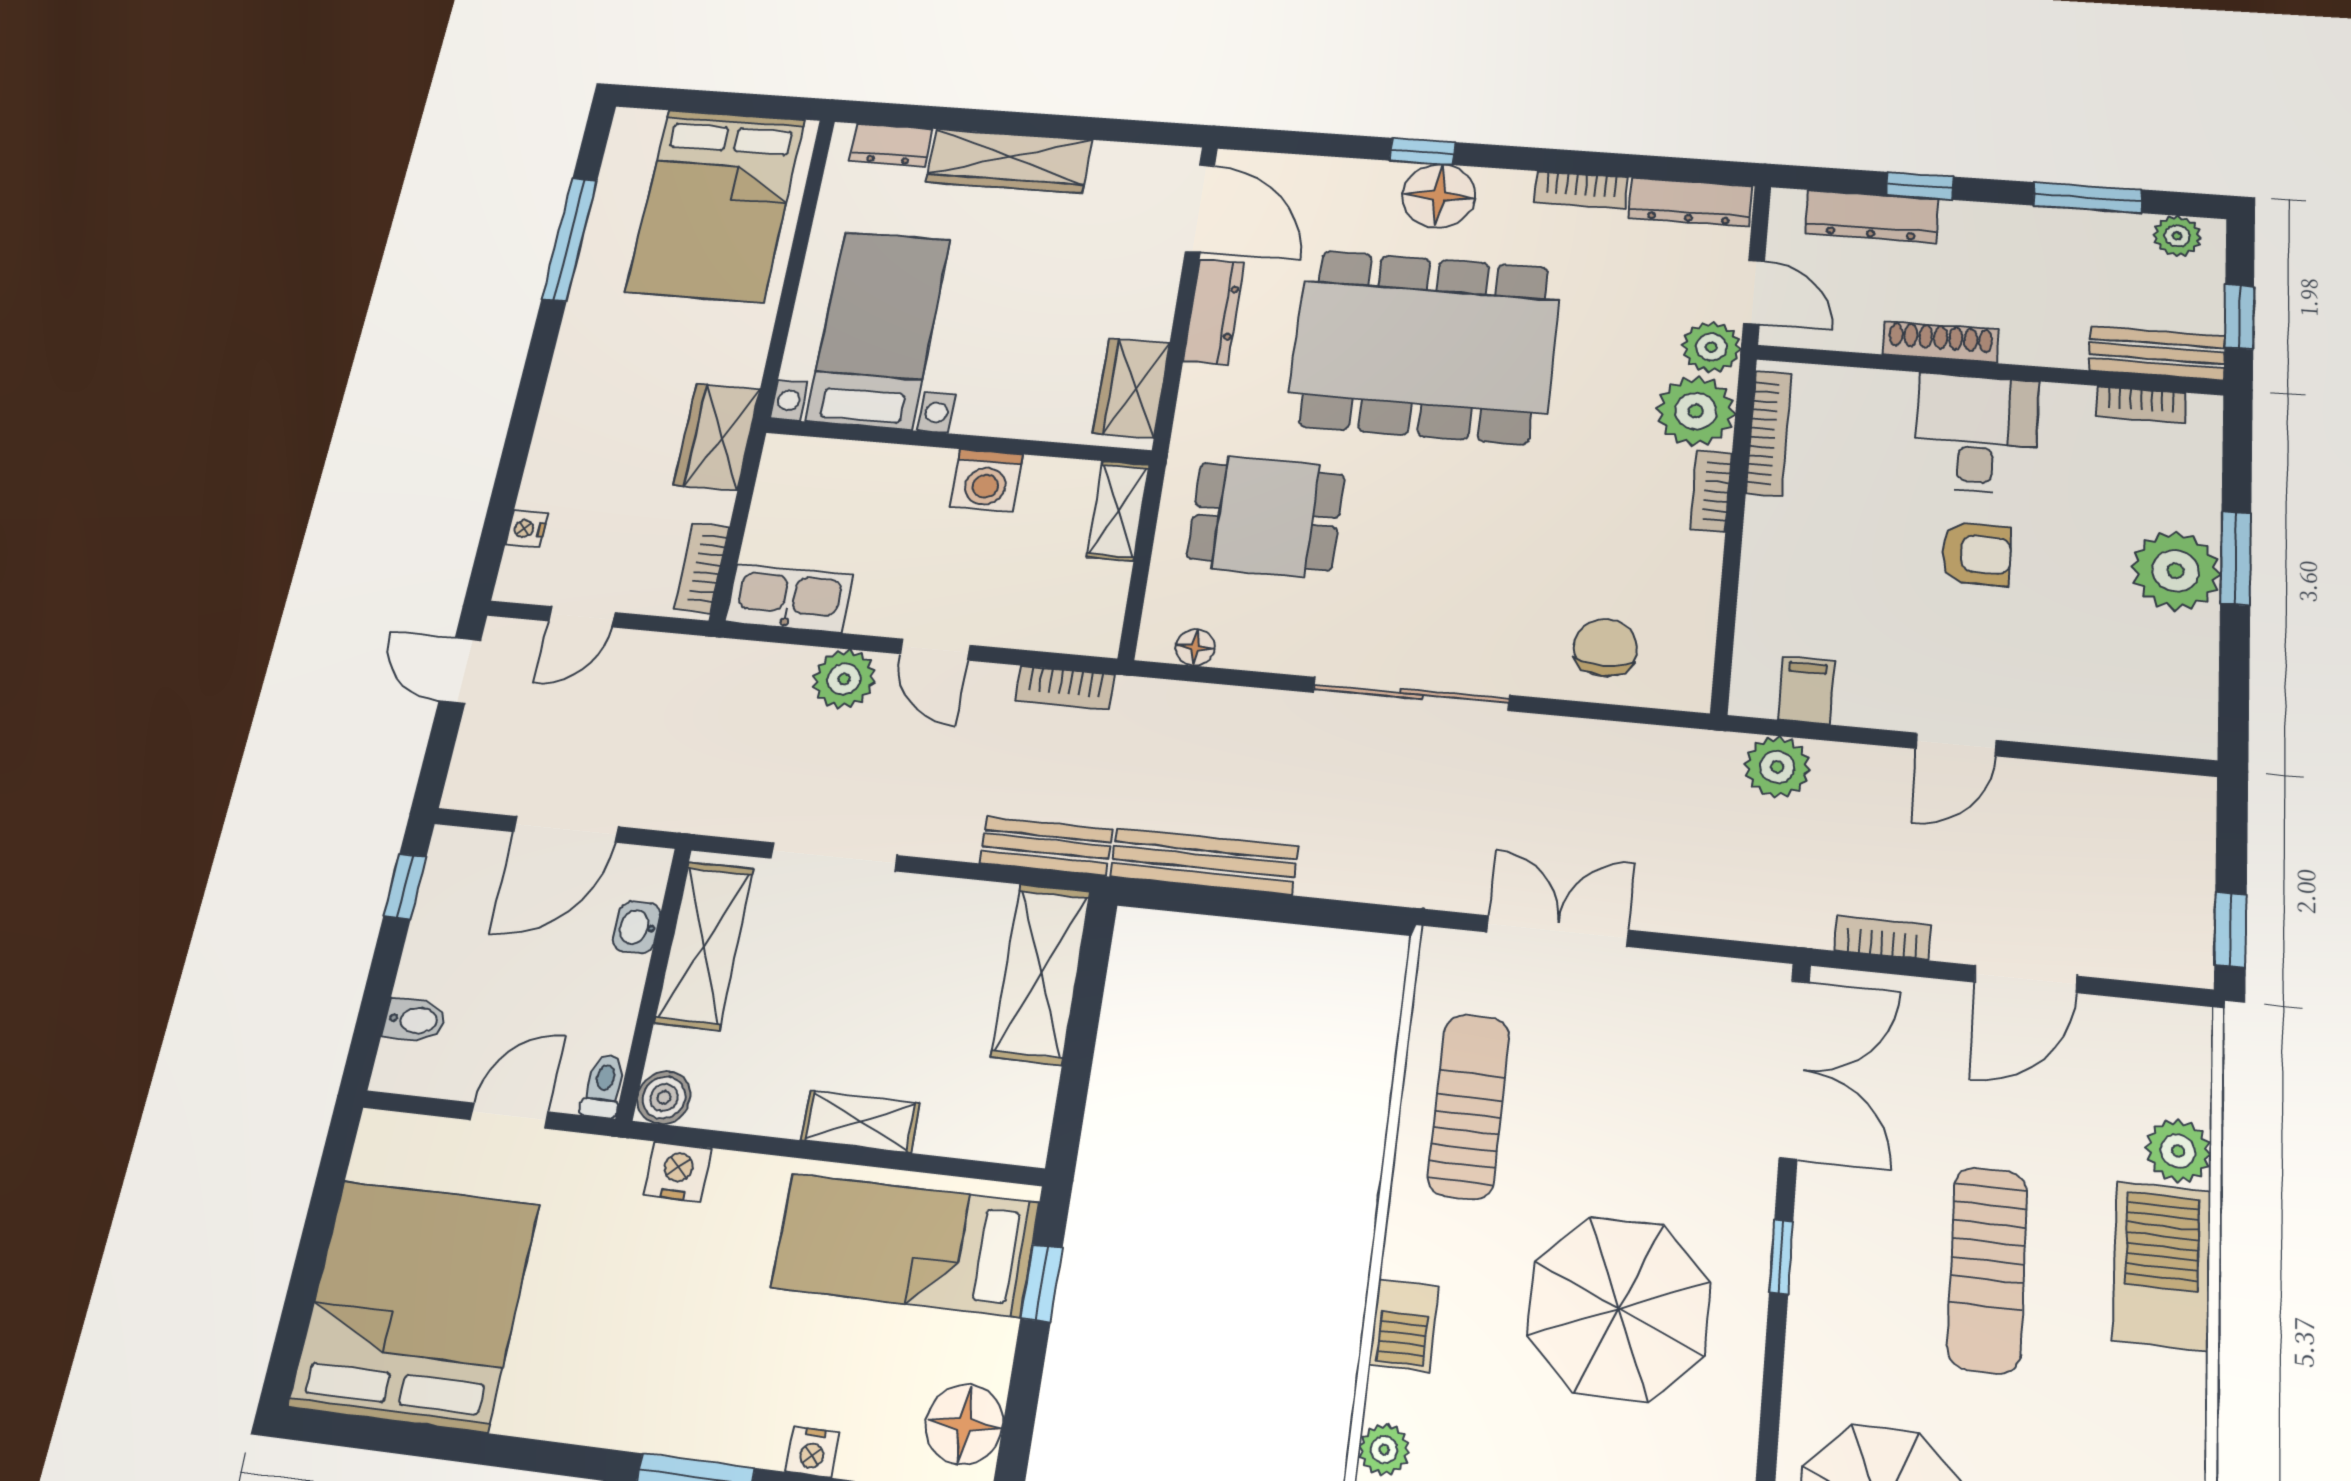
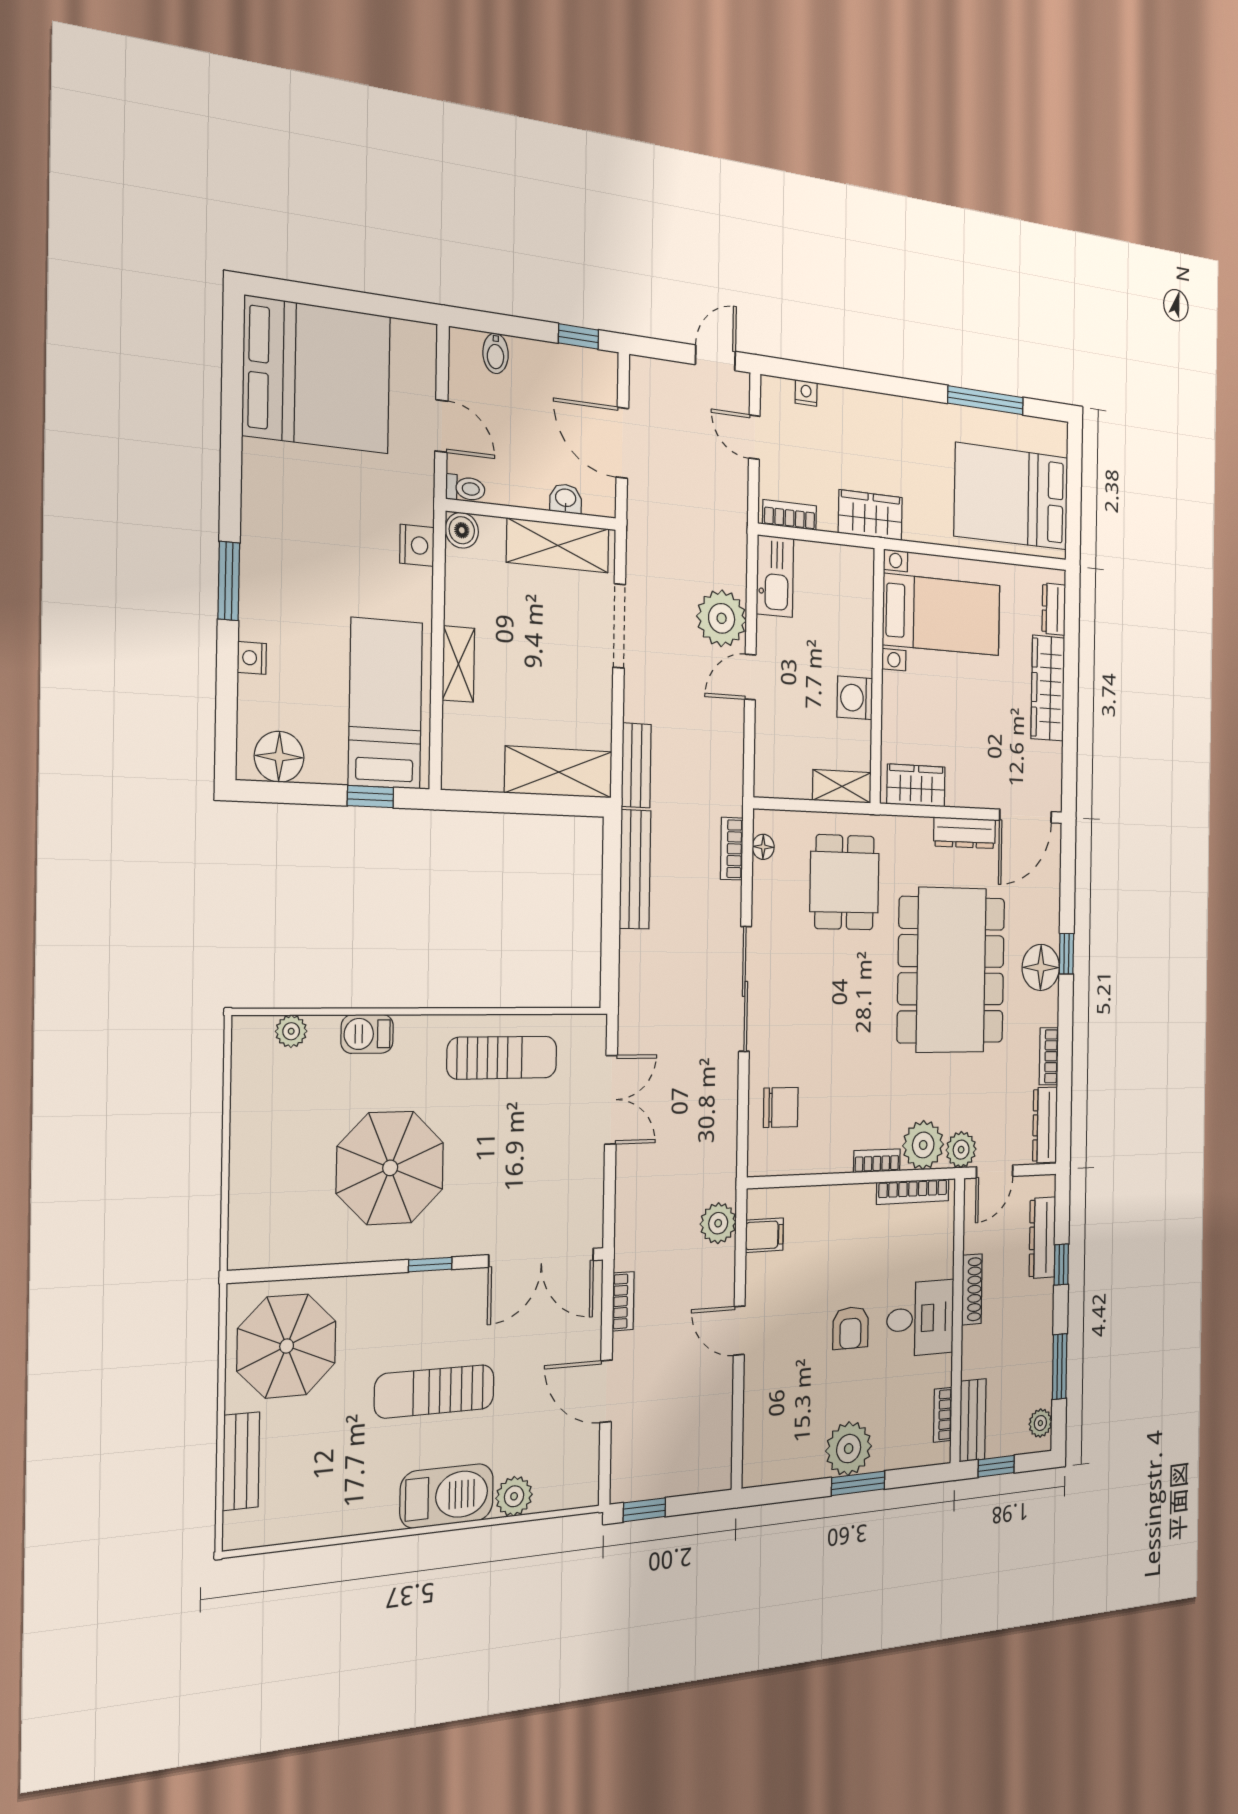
plant: (844, 679) -> (722, 618), width x1.36, depth x1.36
bookcase: (1065, 688) -> (732, 849), moved

